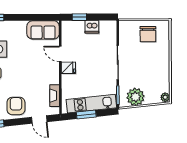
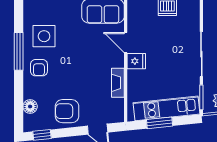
fireplace: (55, 96) -> (118, 83), moved
armchair: (16, 106) -> (67, 111), turned -90

